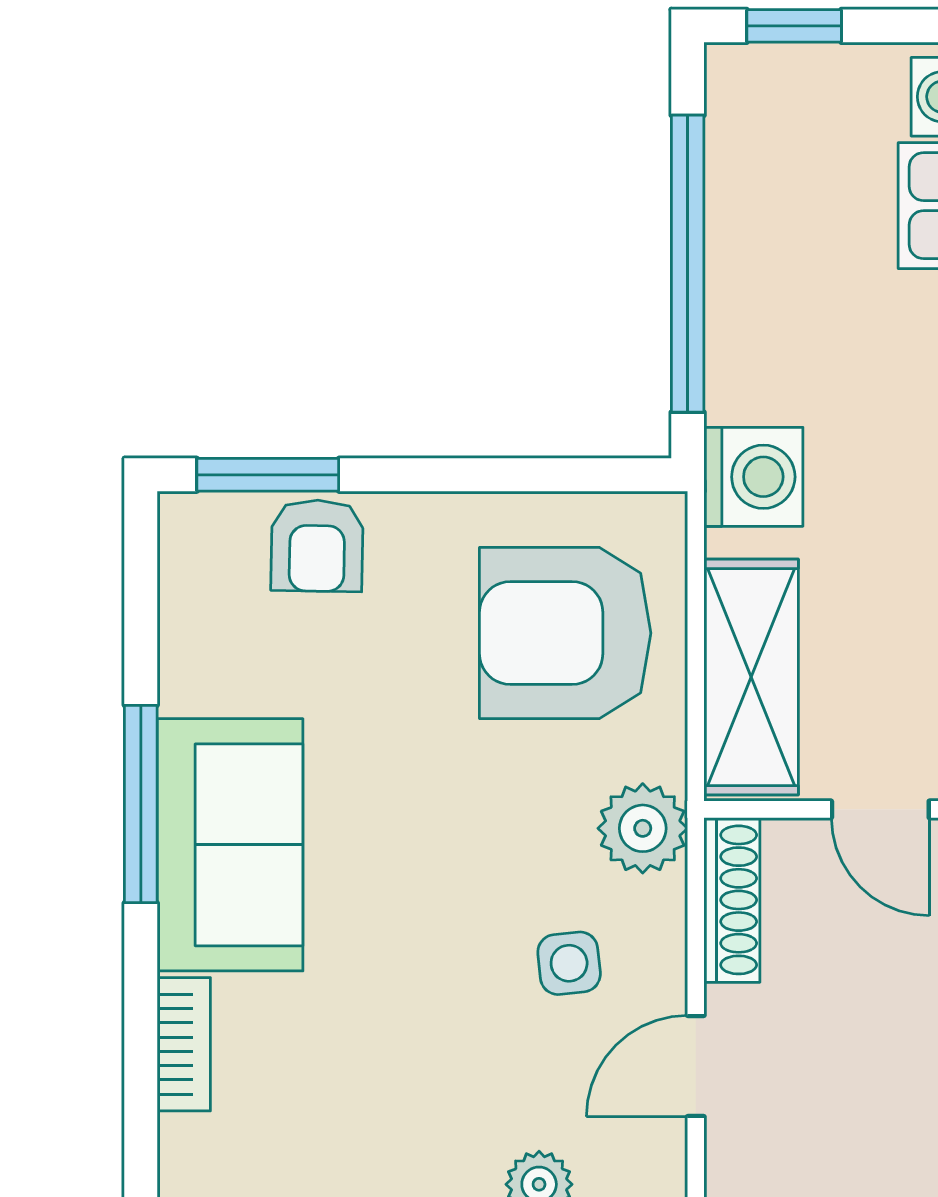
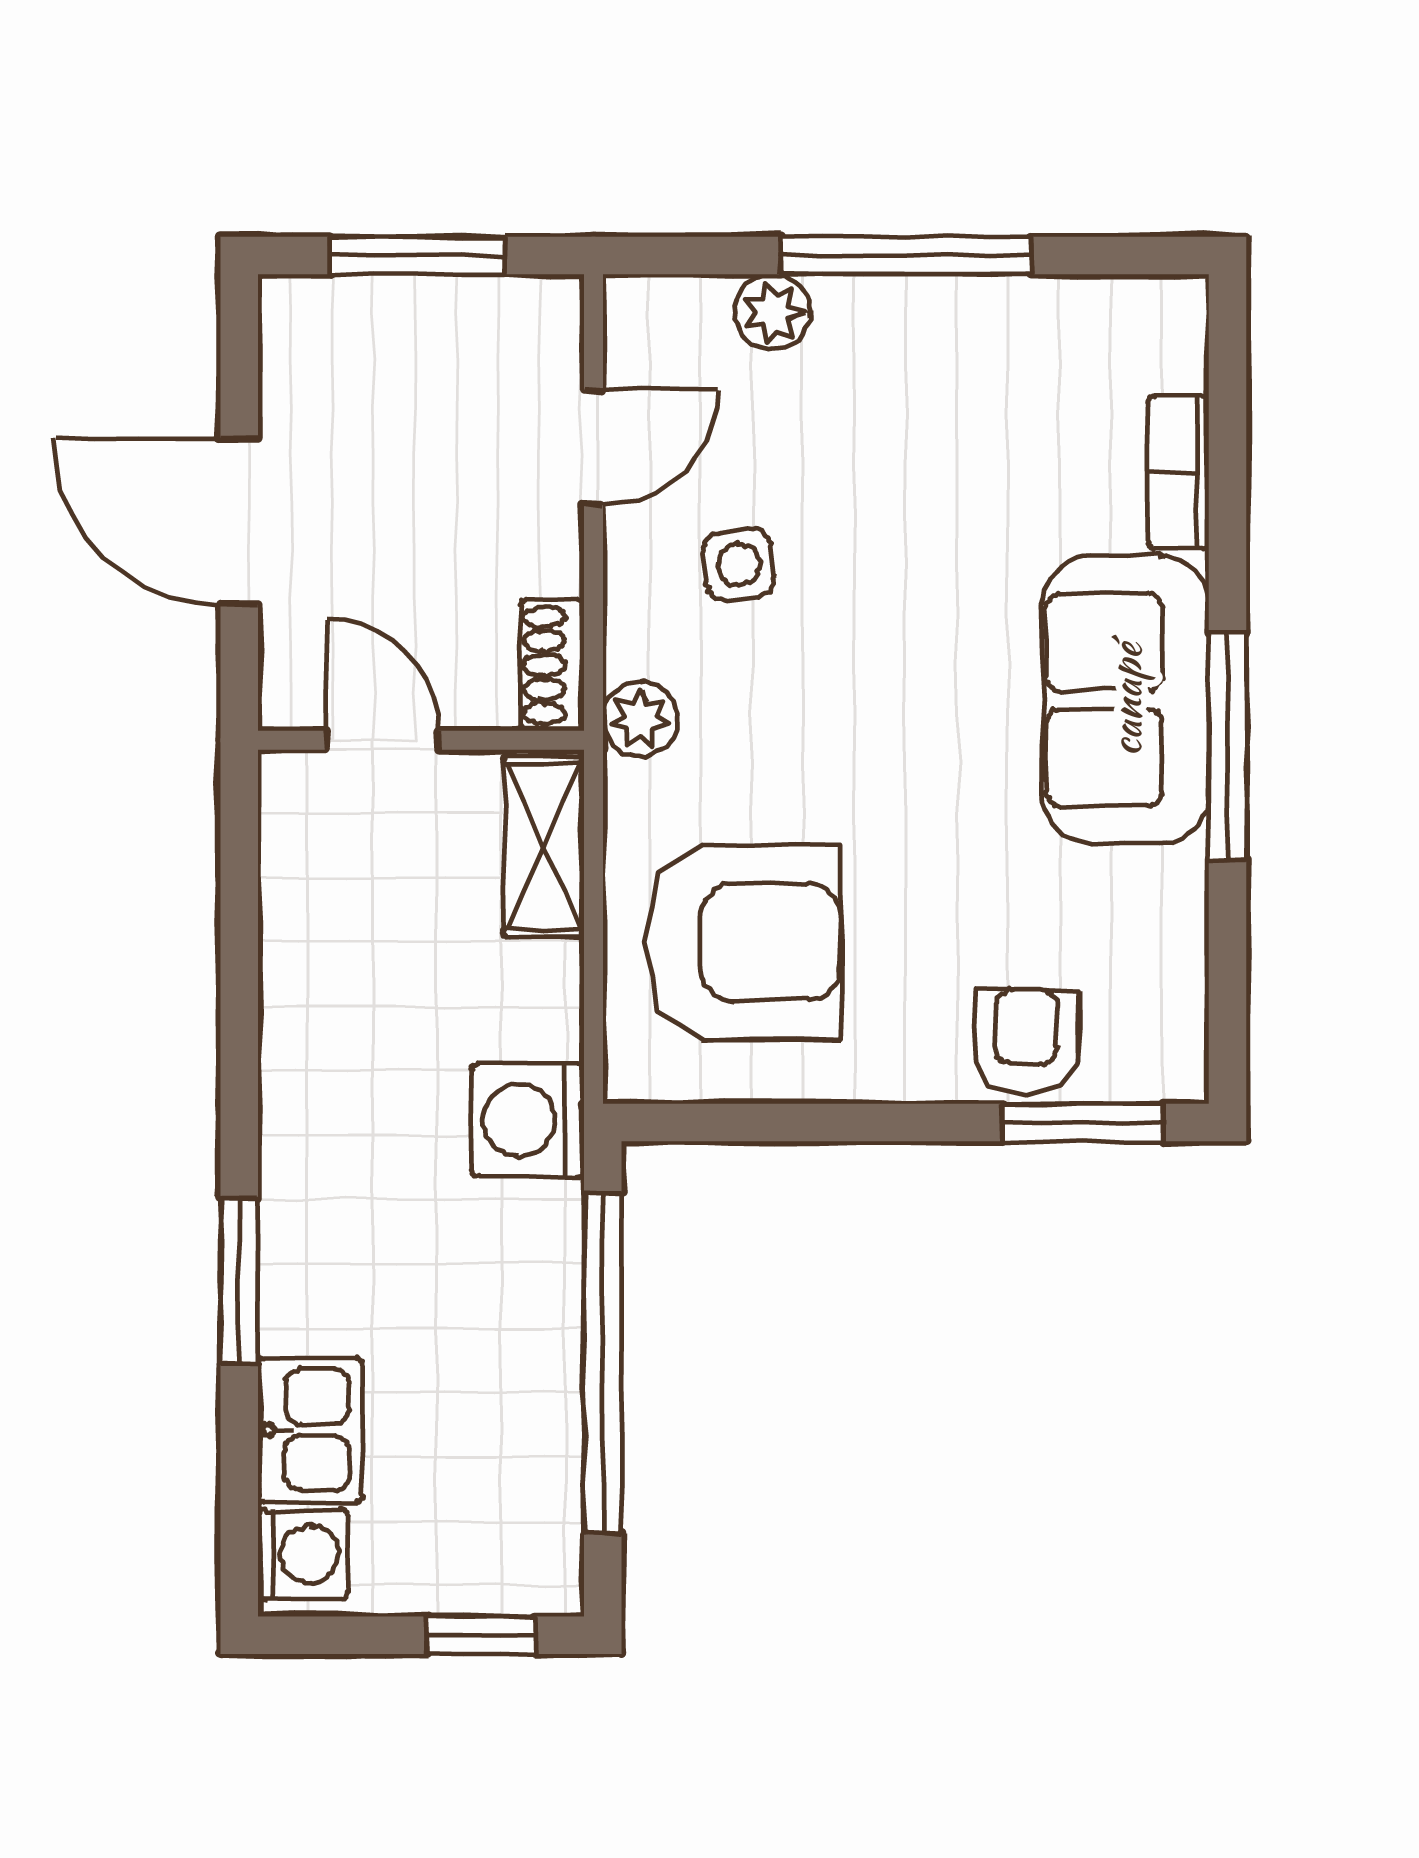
shelving: (751, 677) -> (544, 847), width x0.67, depth x0.75
plant: (643, 828) -> (640, 719), width x0.73, depth x0.73
shoe rack: (732, 900) -> (552, 665), width x0.70

